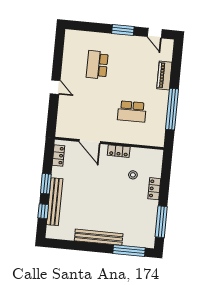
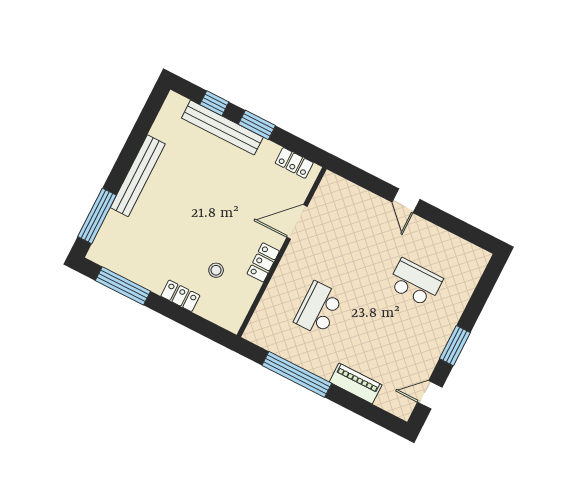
door: (55, 87) -> (406, 201), hinge flipped

